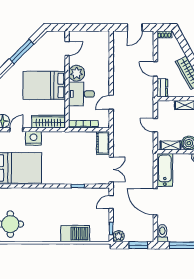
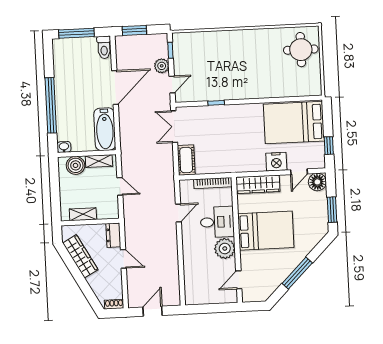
door: (155, 202) -> (115, 88), hinge flipped
barbecue: (75, 234) -> (216, 41), removed
plant: (118, 236) -> (162, 66), moved

